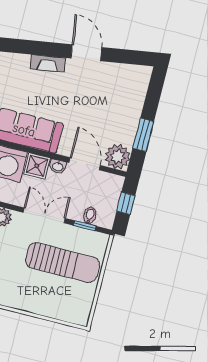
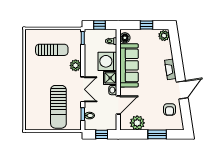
armchair: (113, 82) -> (170, 109), added
window: (143, 135) -> (157, 134), moved
plant: (118, 157) -> (137, 123), moved

